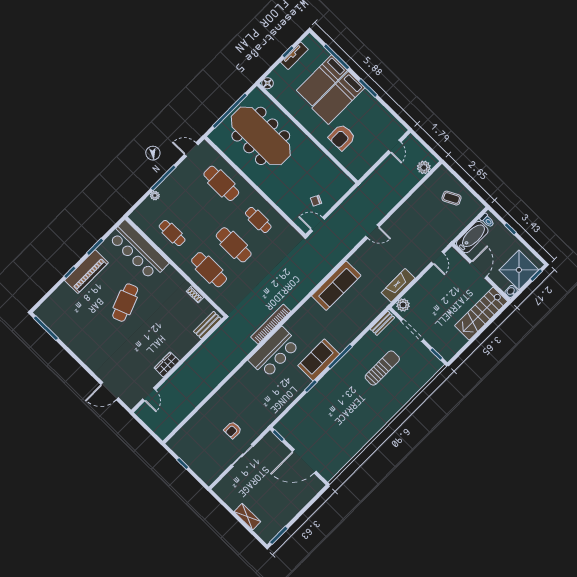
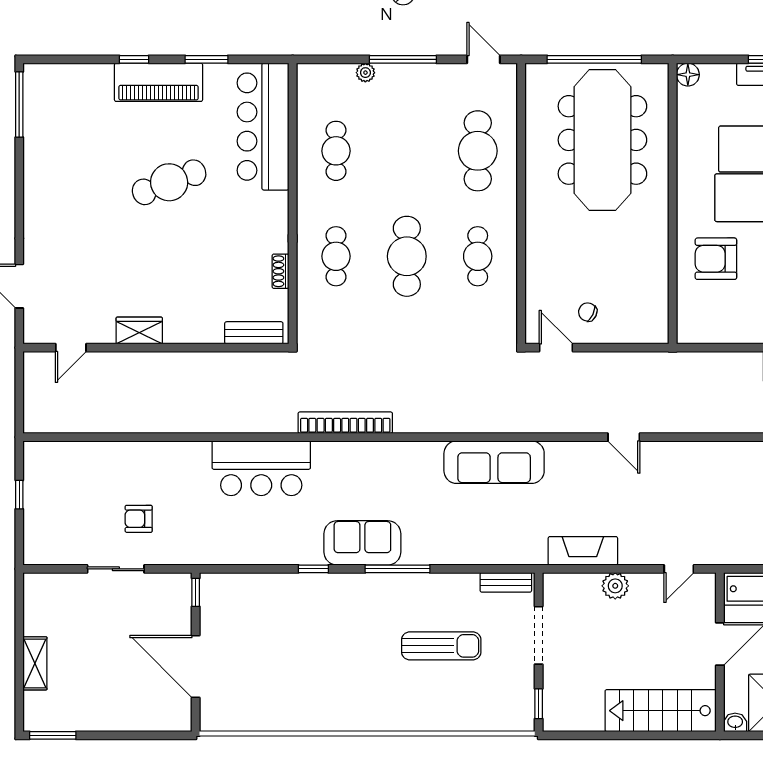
cafe table: (209, 270) -> (336, 256), width x0.73, depth x0.74
plant: (403, 305) -> (615, 586), moved
bar counter: (274, 352) -> (261, 468), moved

